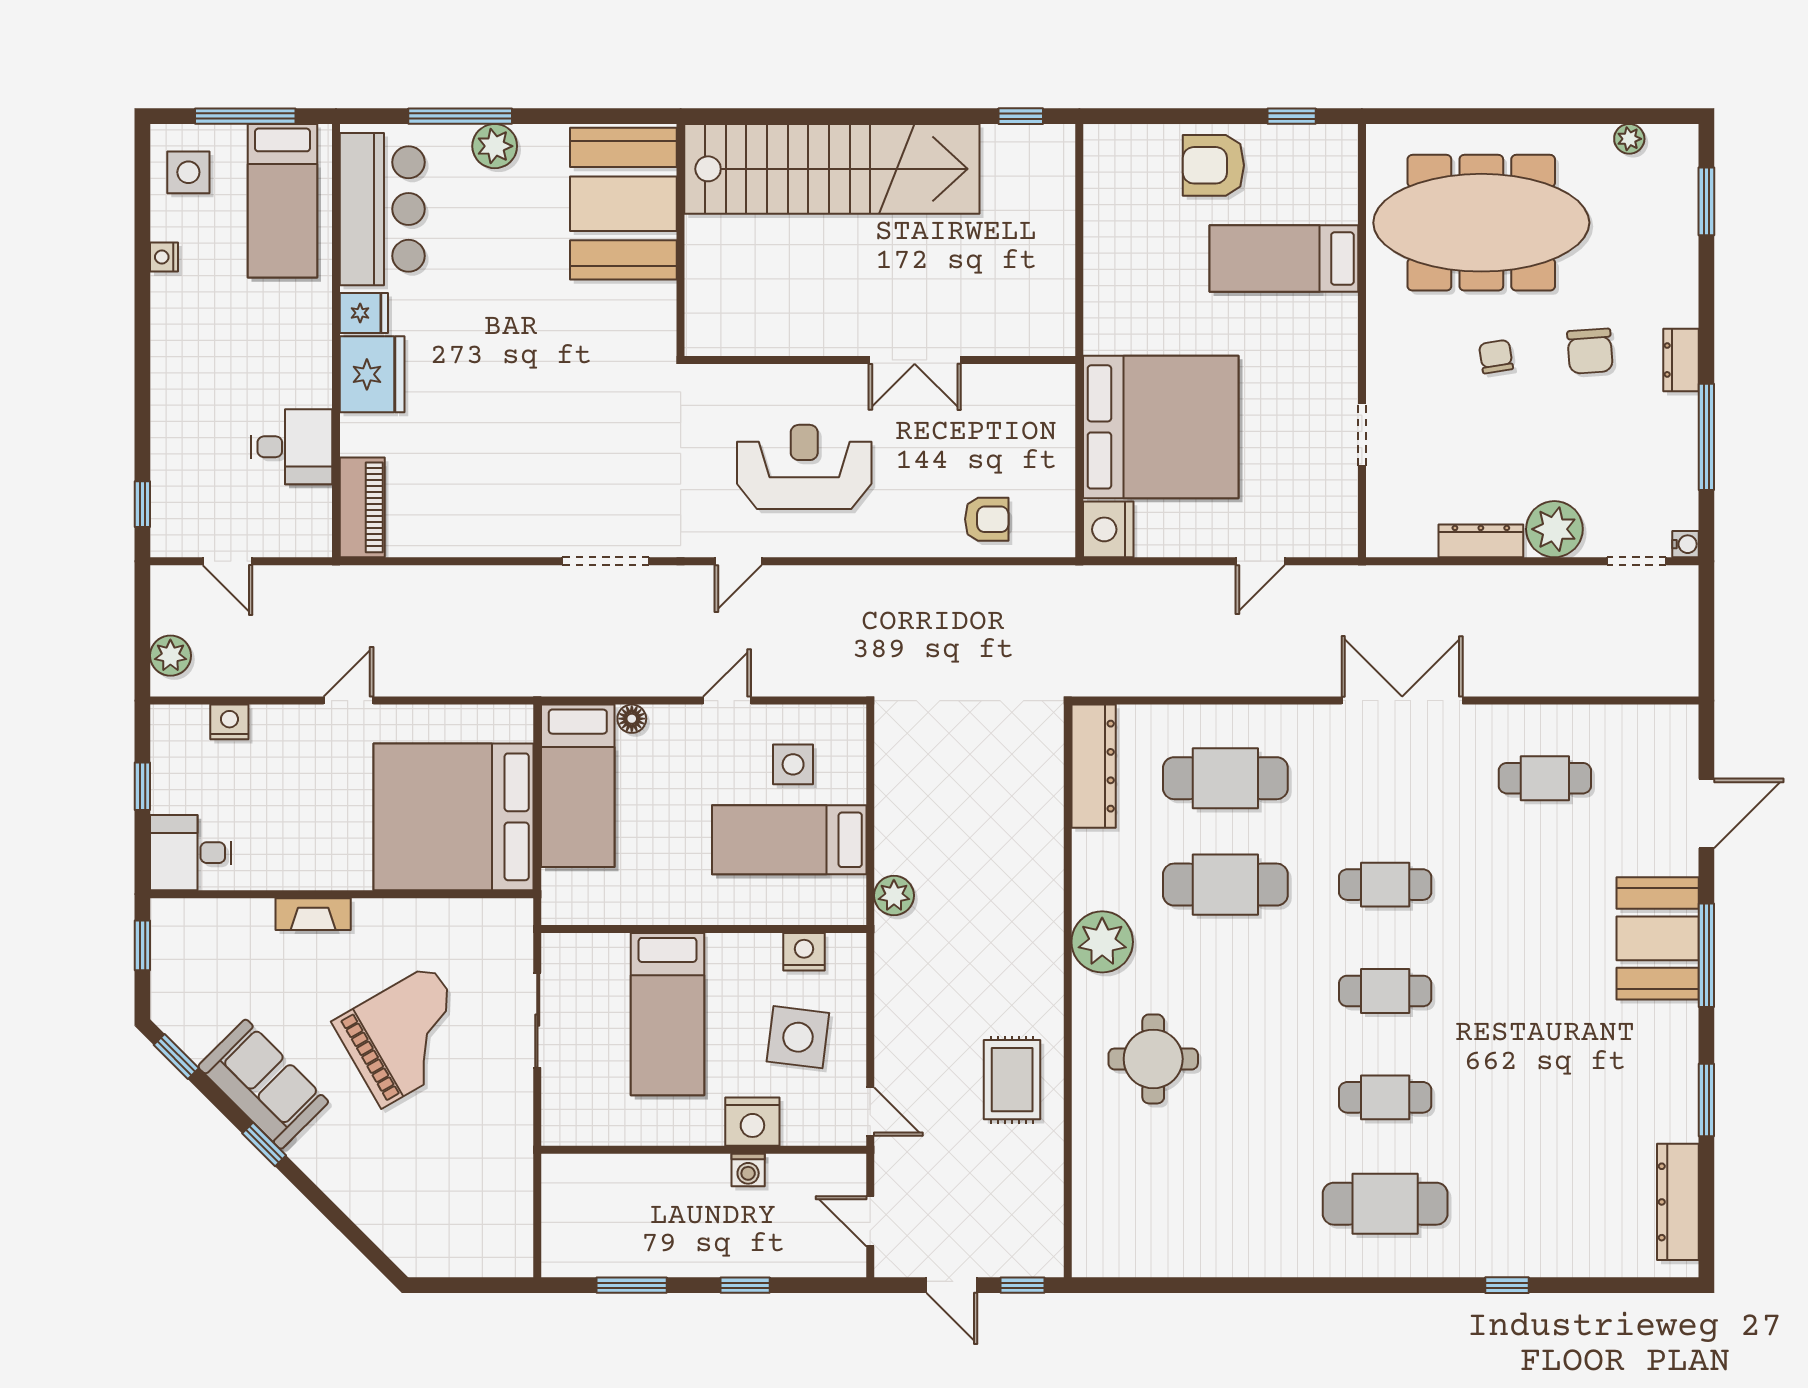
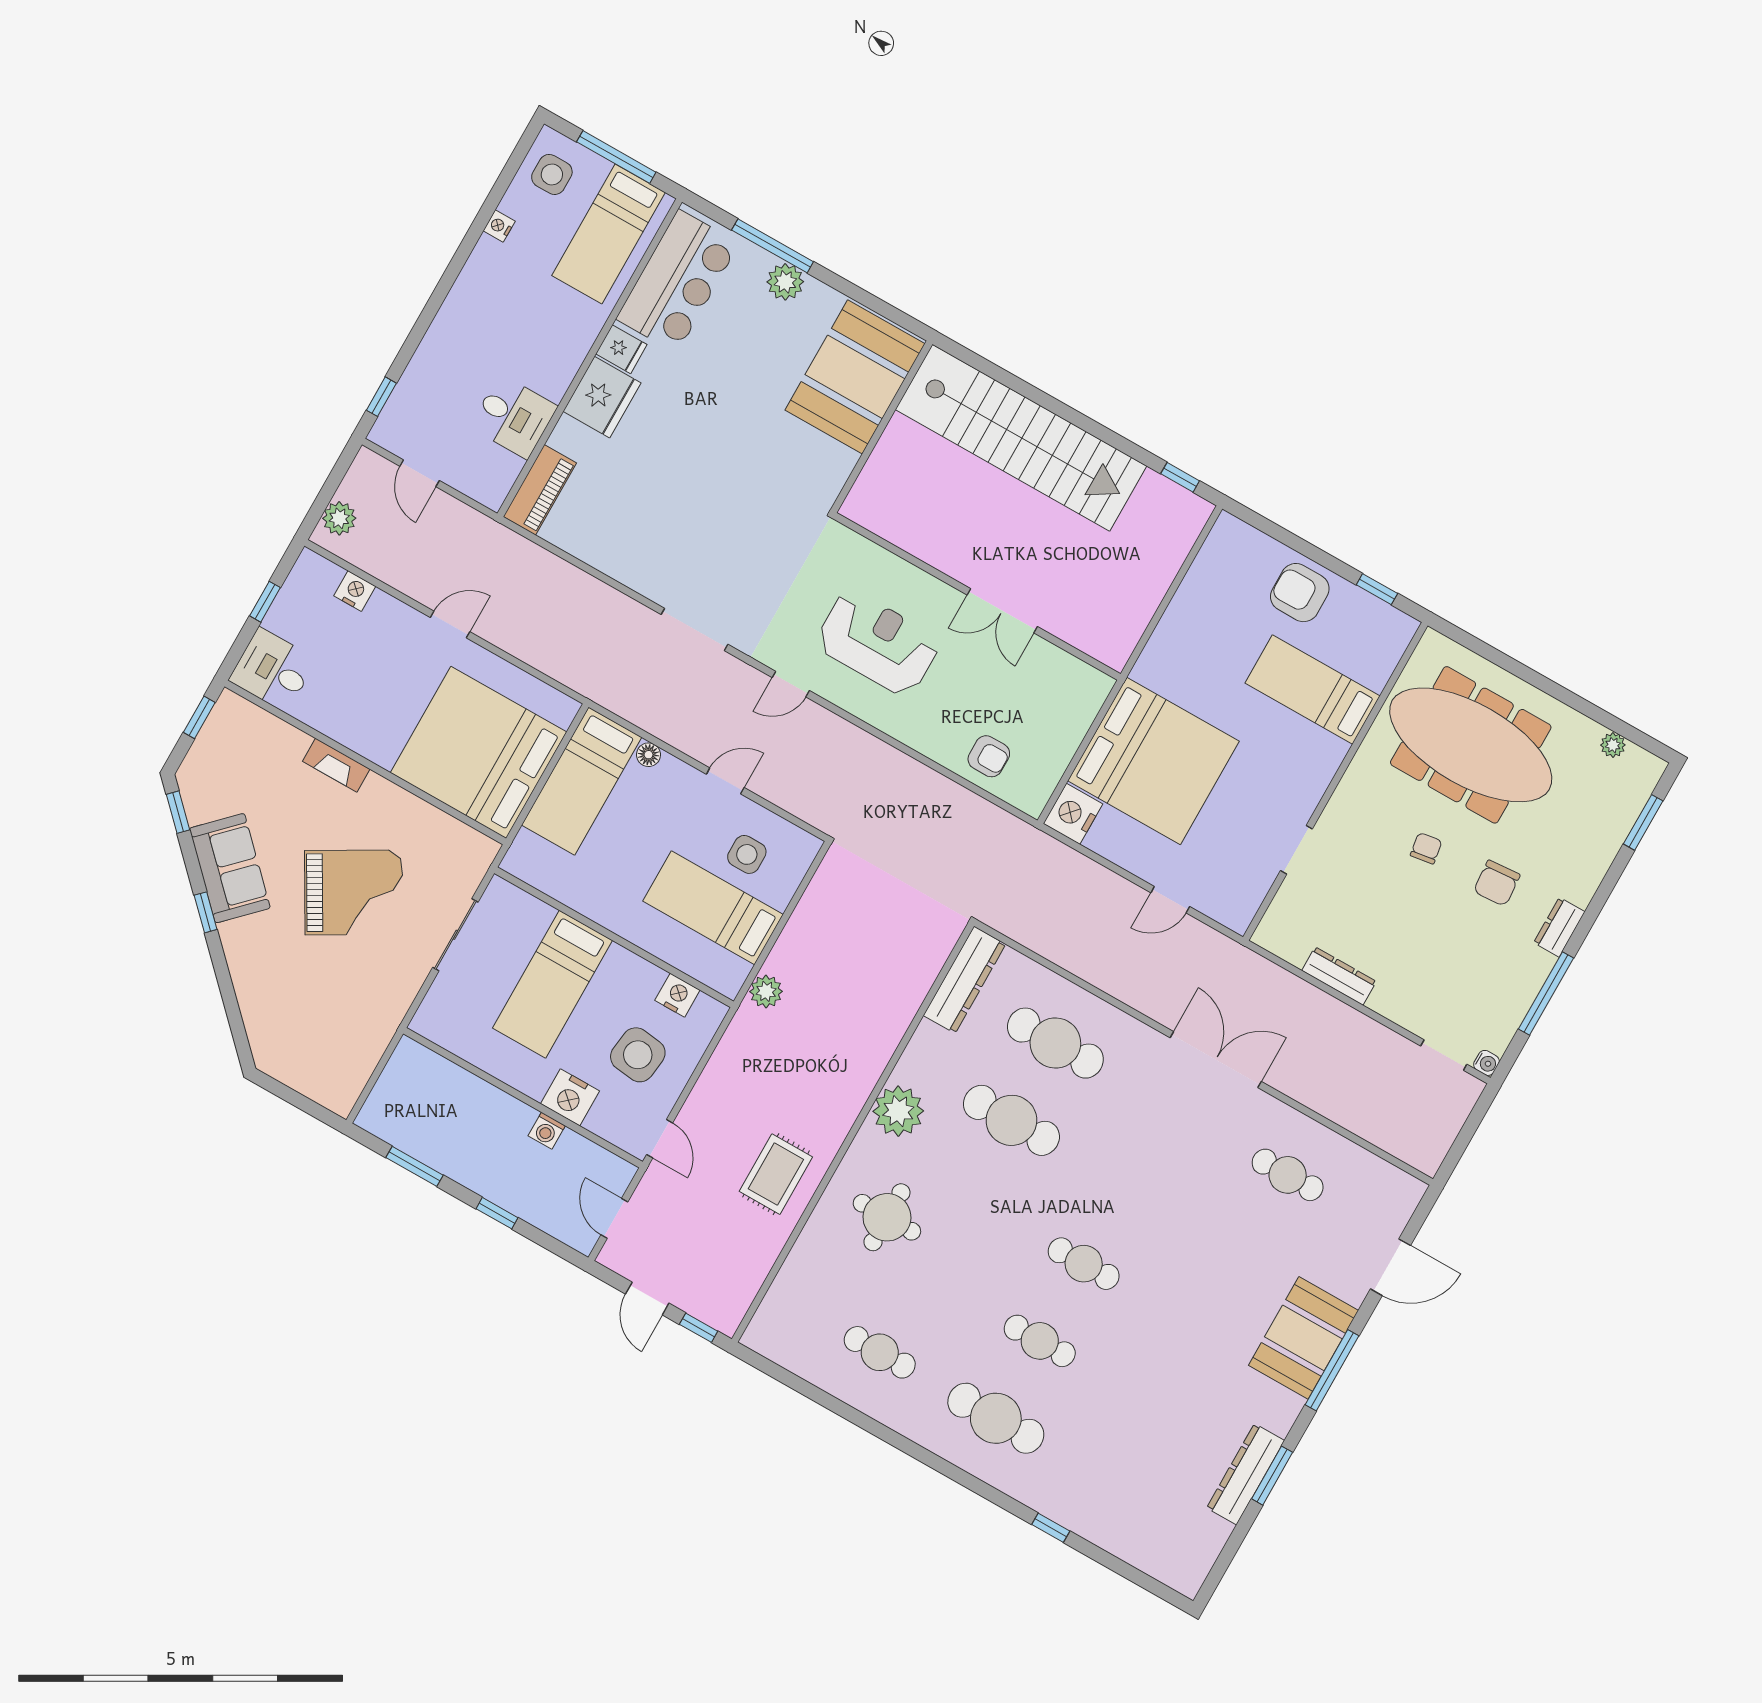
plant: (1554, 529) -> (1397, 998), removed
cafe table: (1385, 885) -> (880, 1352), moved
dresser: (1678, 1202) -> (1246, 1474), moved

